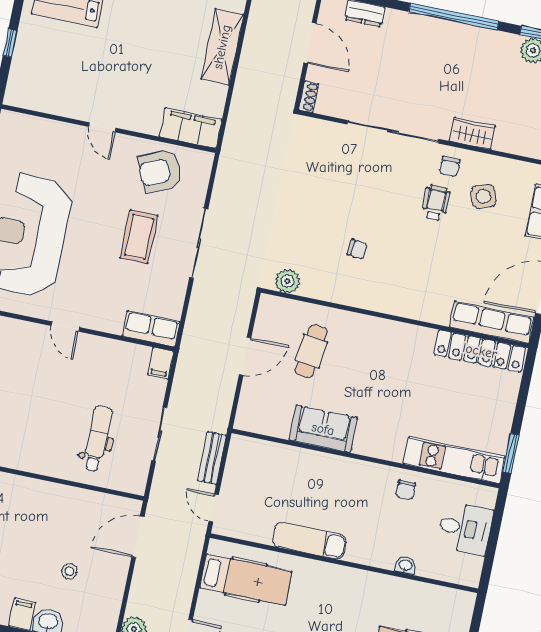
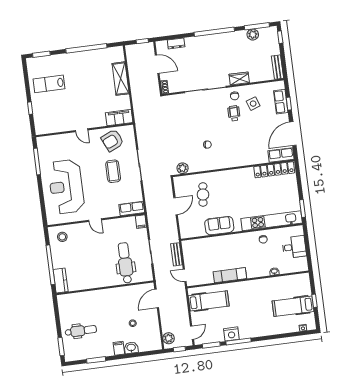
row of seats: (492, 322) -> (281, 155), width x0.68
dental chair: (98, 439) -> (125, 263), width x1.36, depth x1.38
kitchen unit: (454, 460) -> (272, 221), width x1.36

